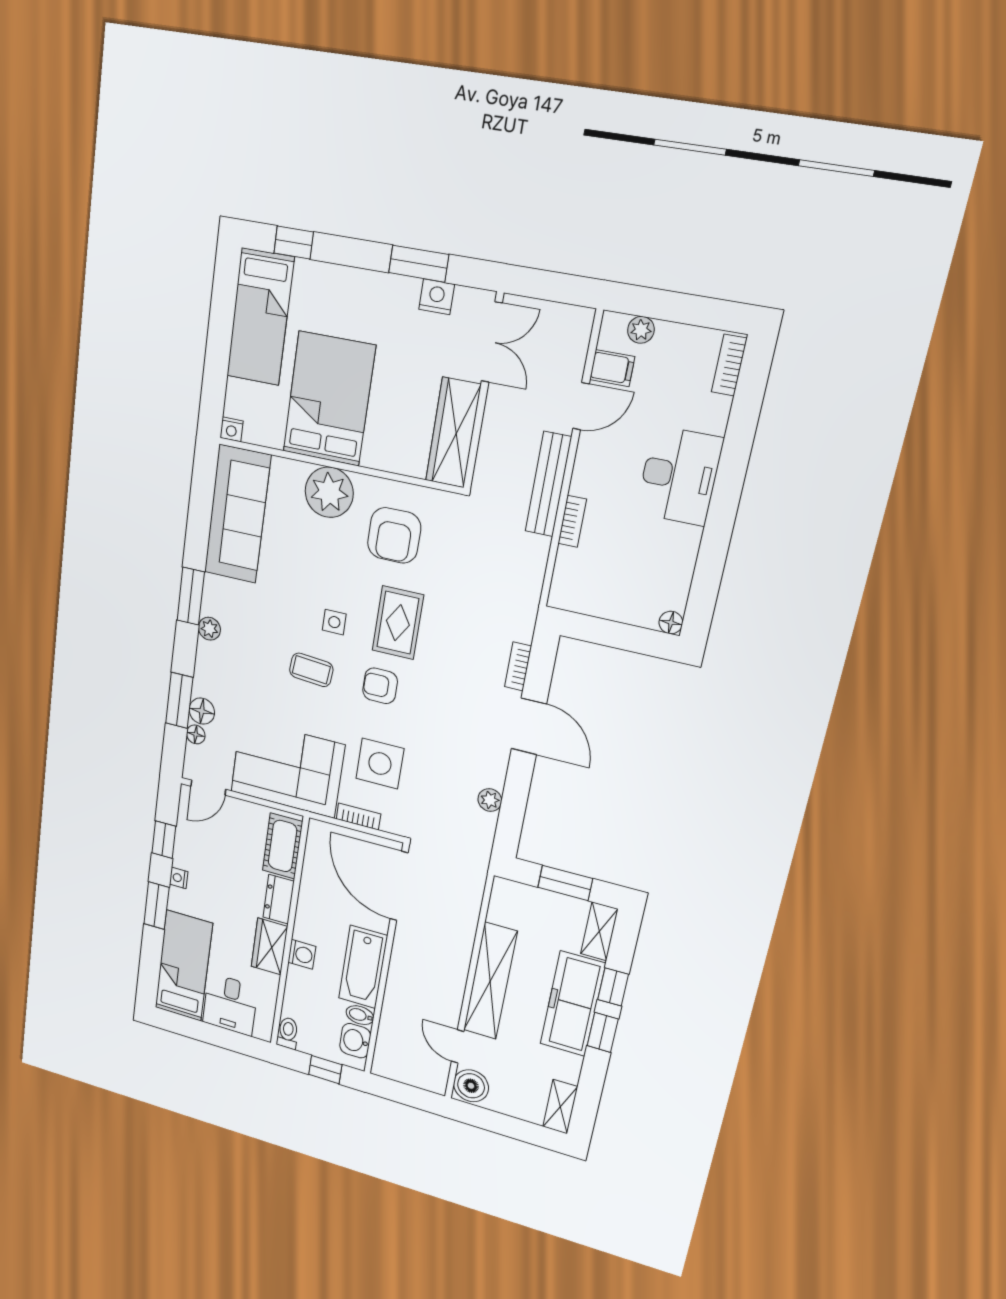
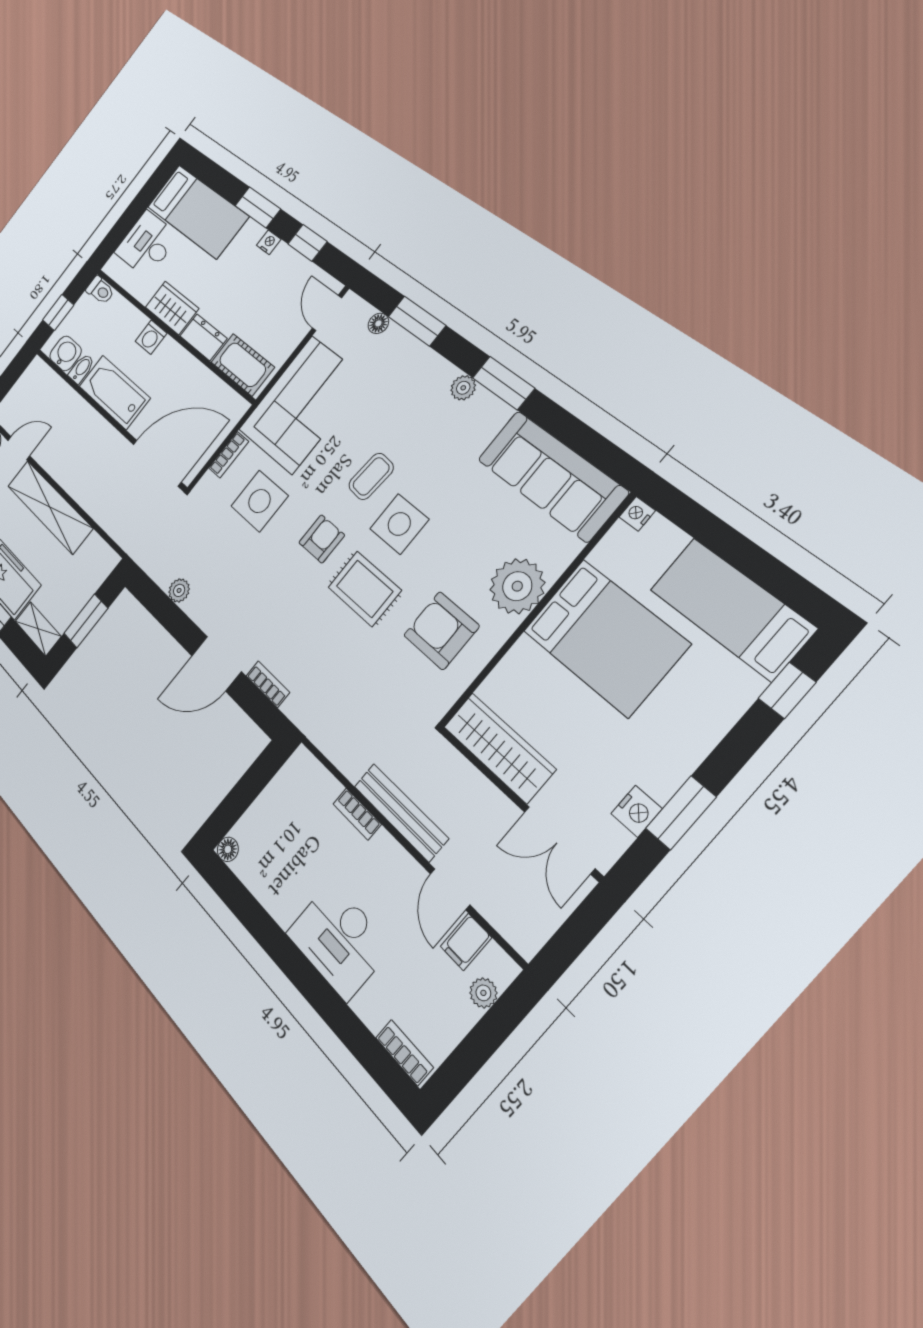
side table: (334, 622) -> (399, 524), width x1.87, depth x1.87
floor lamp: (202, 711) -> (395, 341), removed

